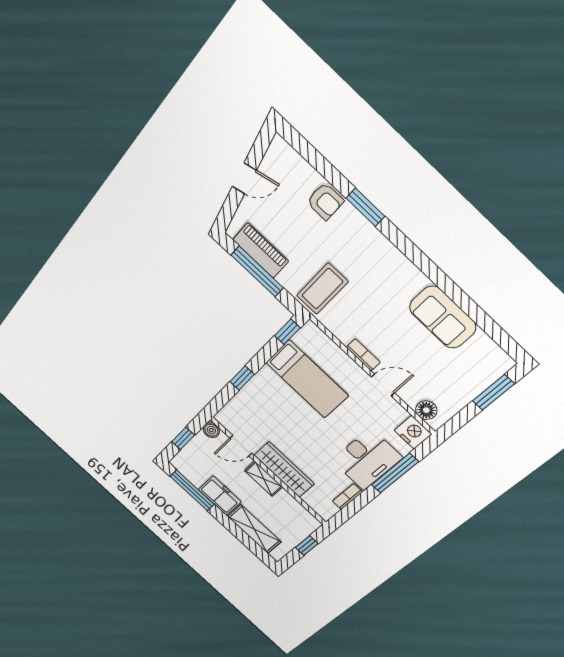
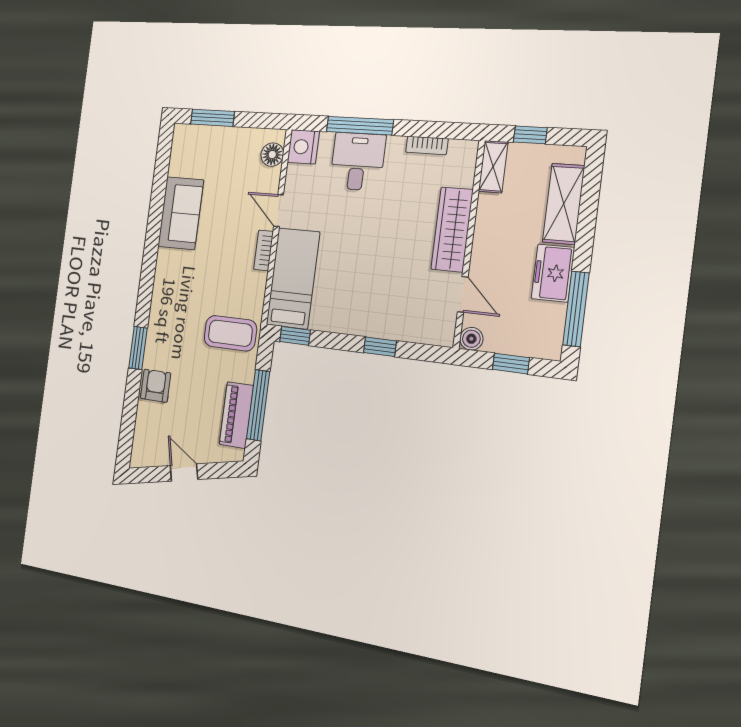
bed: (307, 379) -> (293, 278), moved
desk: (367, 459) -> (357, 162), width x0.73
shelving: (264, 479) -> (493, 167), moved

